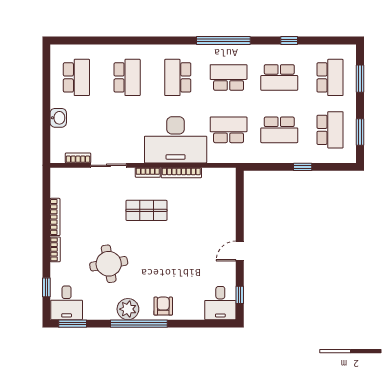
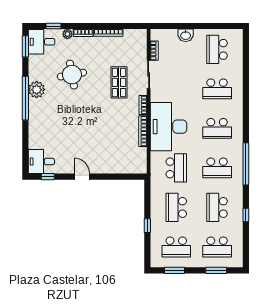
school desk: (76, 77) -> (217, 49), turned 90
school desk: (178, 77) -> (217, 128), turned 180
school desk: (229, 77) -> (217, 168), turned 90
shop shelf: (146, 210) -> (119, 82), moved
plant: (57, 269) -> (67, 34), added
armchair: (163, 306) -> (39, 117), removed

